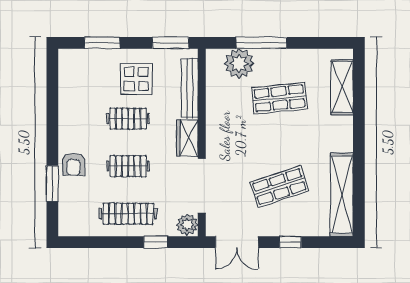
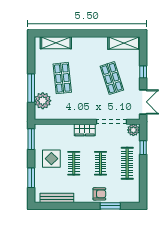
bench: (190, 88) -> (57, 198), moved
shelving: (342, 195) -> (124, 43), width x0.68

